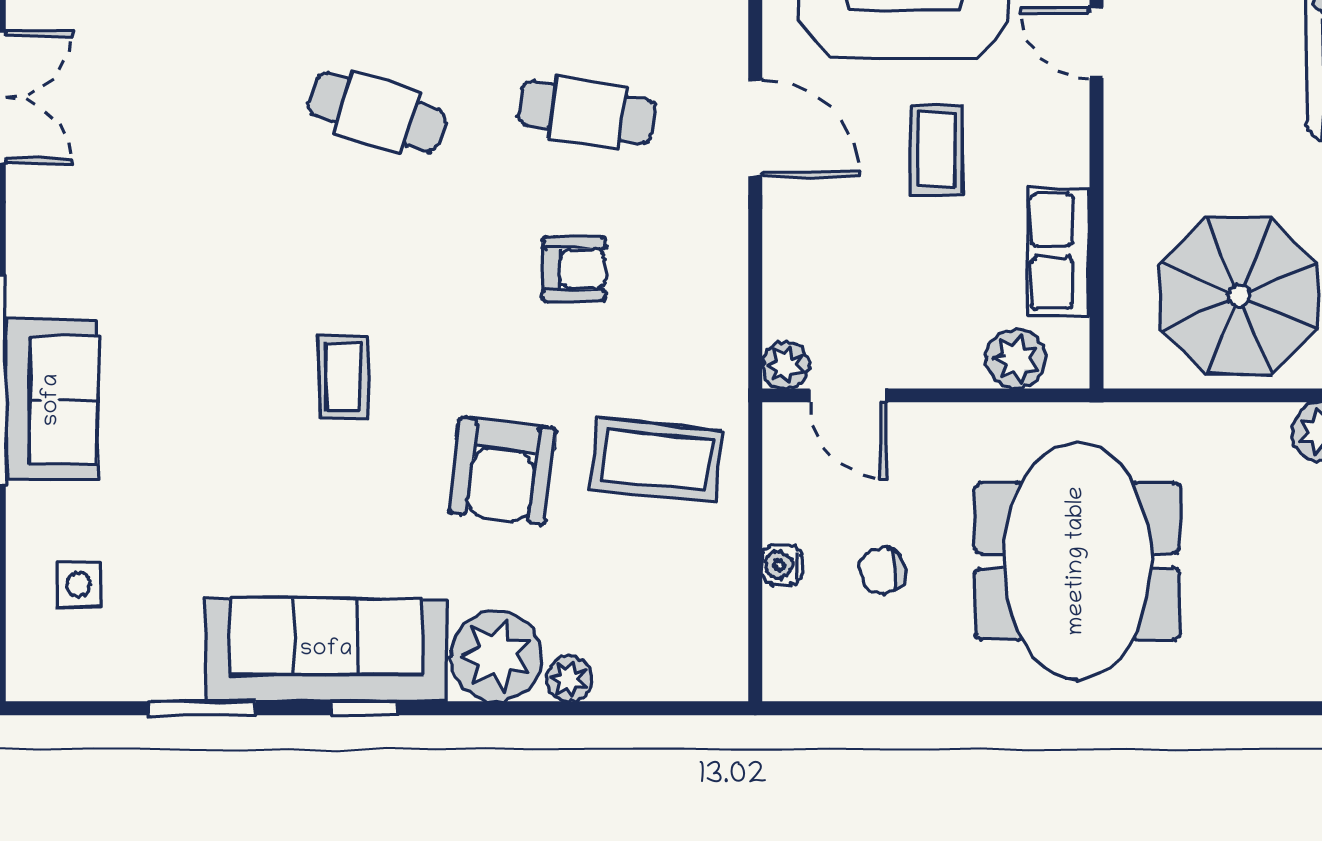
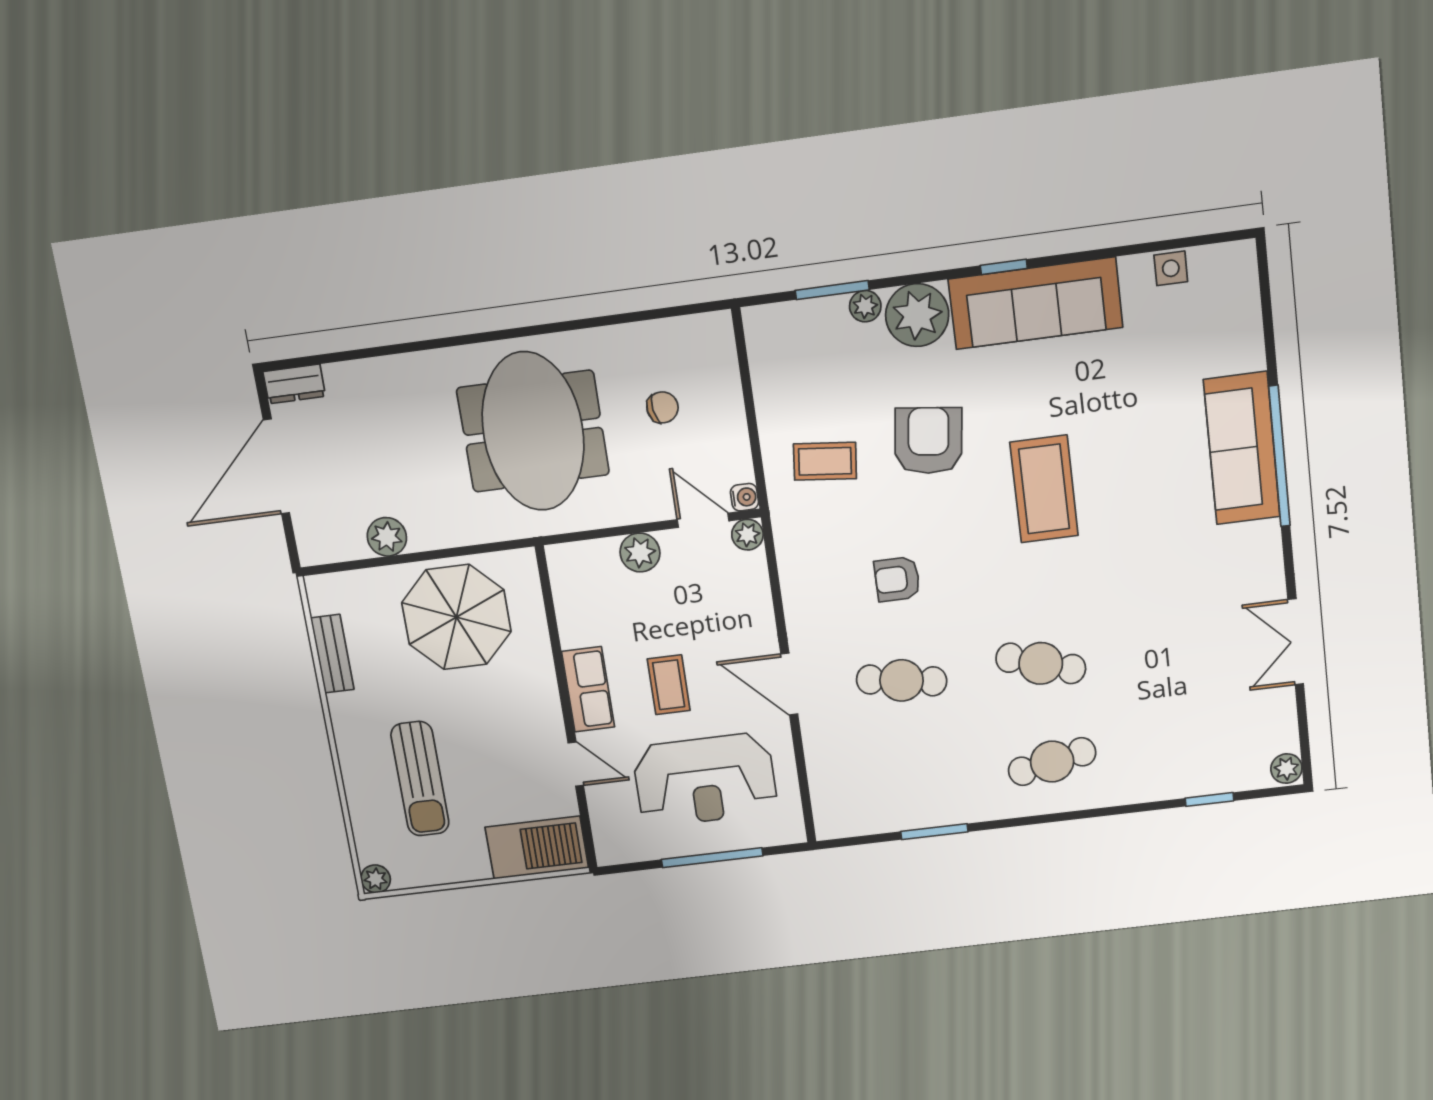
row of seats: (1059, 252) -> (588, 689), moved
plant: (1016, 359) -> (640, 553), moved
coffee table: (343, 377) -> (1044, 489), width x1.86, depth x1.72
sofa: (52, 400) -> (1242, 448), width x1.36
coffee table: (657, 460) -> (825, 461), width x0.73, depth x0.77
water cooler: (782, 565) -> (745, 497), moved
side table: (79, 584) -> (1171, 268), moved
window: (202, 708) -> (832, 290), moved

